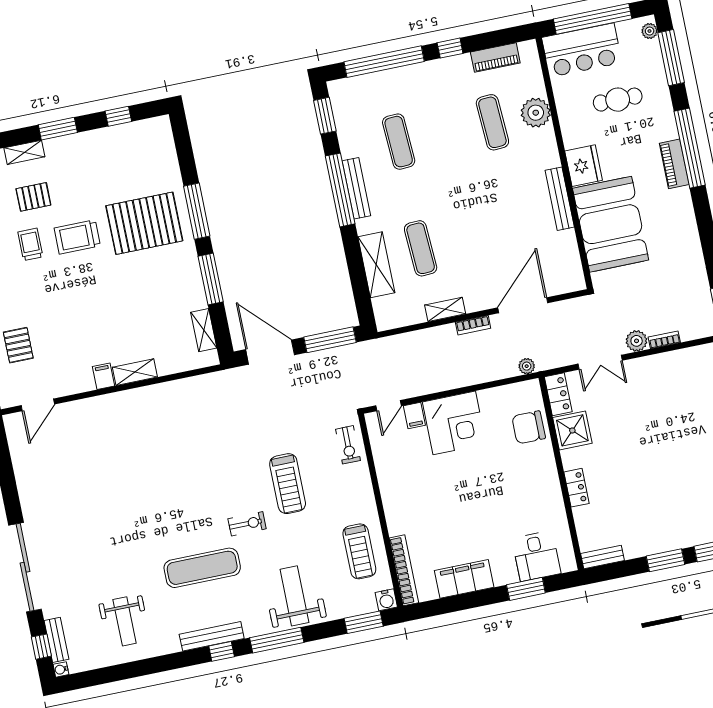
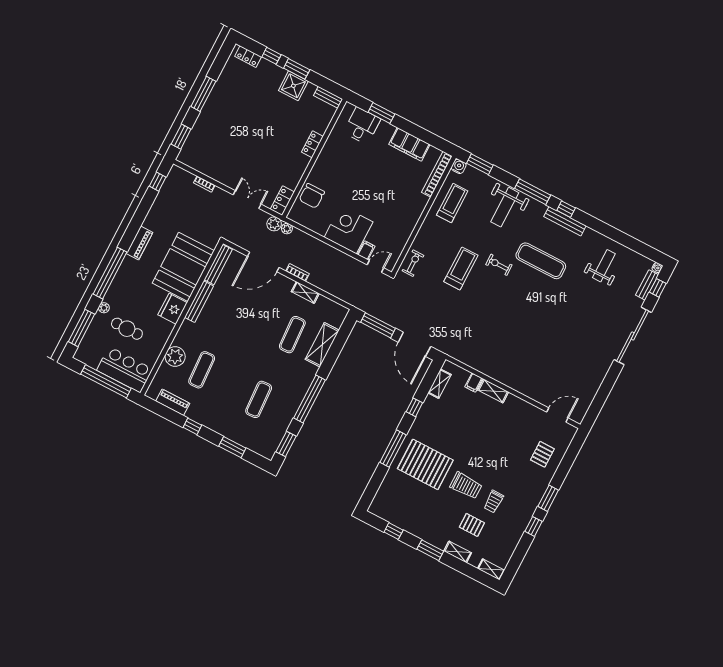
plant: (650, 31) -> (104, 308), moved
window: (384, 62) -> (232, 447), width x0.47
piano: (674, 164) -> (140, 243), moved
bench: (356, 188) -> (218, 264), moved
window: (211, 279) -> (414, 407), width x0.46
plant: (637, 341) -> (274, 224), moved
filing cabinet: (103, 376) -> (474, 383), moved
chair: (529, 427) -> (312, 196), turned 90
shower: (572, 430) -> (293, 86), moved

